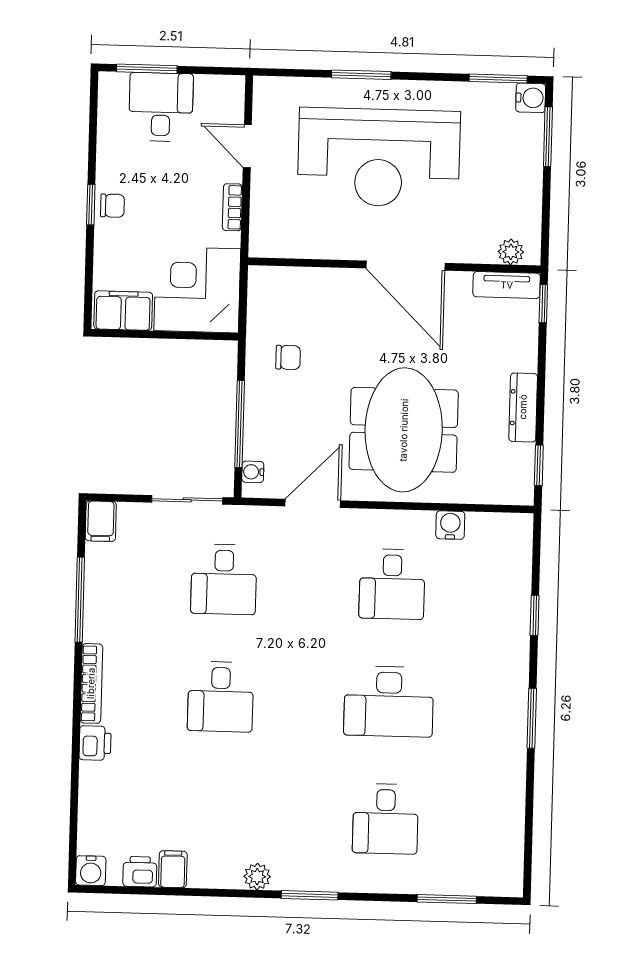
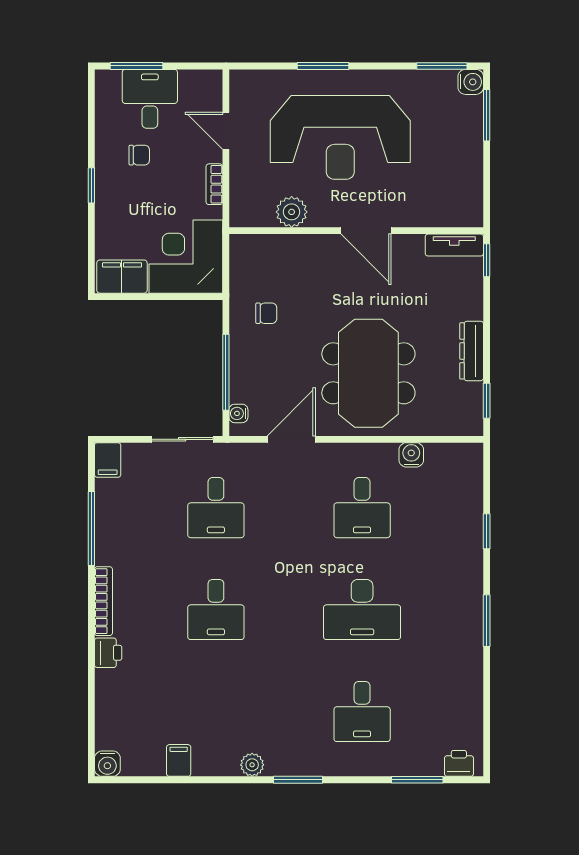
chair: (112, 206) -> (139, 155), moved
plant: (511, 252) -> (292, 212), moved, width x1.38, depth x1.38
door: (405, 266) -> (366, 231), width x0.73
printer: (140, 872) -> (459, 763), moved

